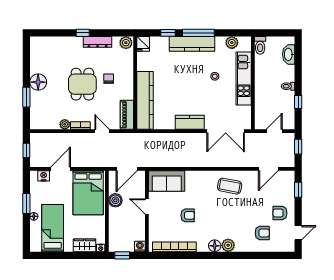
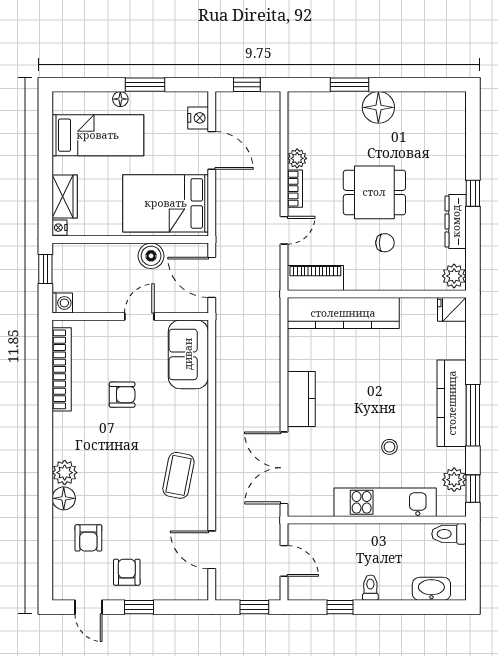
window: (168, 33) -> (473, 489), moved
window: (298, 190) -> (139, 607), moved
armchair: (188, 215) -> (122, 395), turned -90
floor lamp: (215, 246) -> (64, 498), moved

